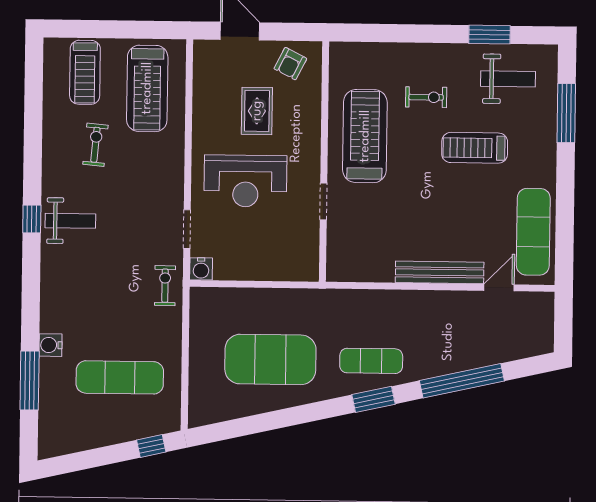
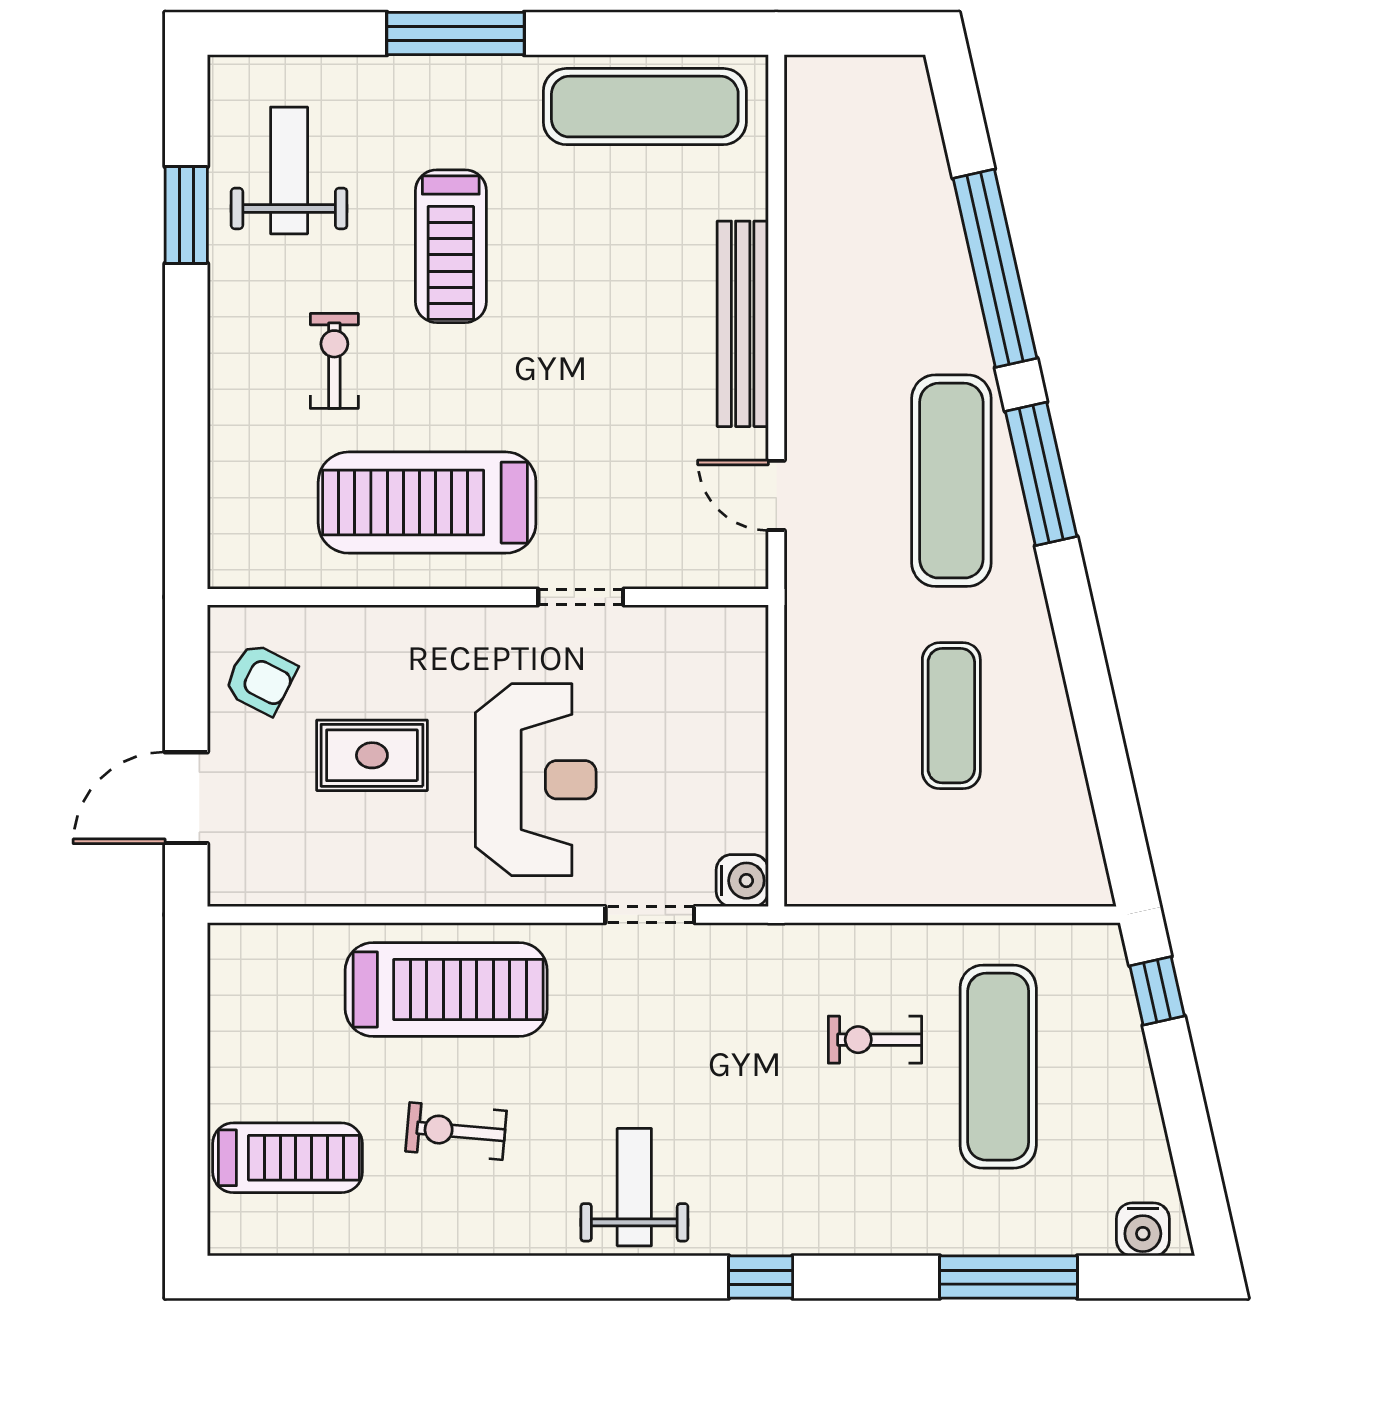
treadmill: (147, 88) -> (446, 990), moved
window: (566, 113) -> (455, 33), moved
window: (32, 219) -> (761, 1277), moved
exercise bike: (165, 286) -> (875, 1040), moved
door: (499, 288) -> (776, 495), moved
water cooler: (50, 345) -> (1143, 1229), moved
exercise mat: (270, 359) -> (951, 716), width x0.50, depth x0.69
exercise mat: (371, 361) -> (951, 481), width x1.36, depth x1.45
window: (374, 399) -> (1041, 474), width x1.44

